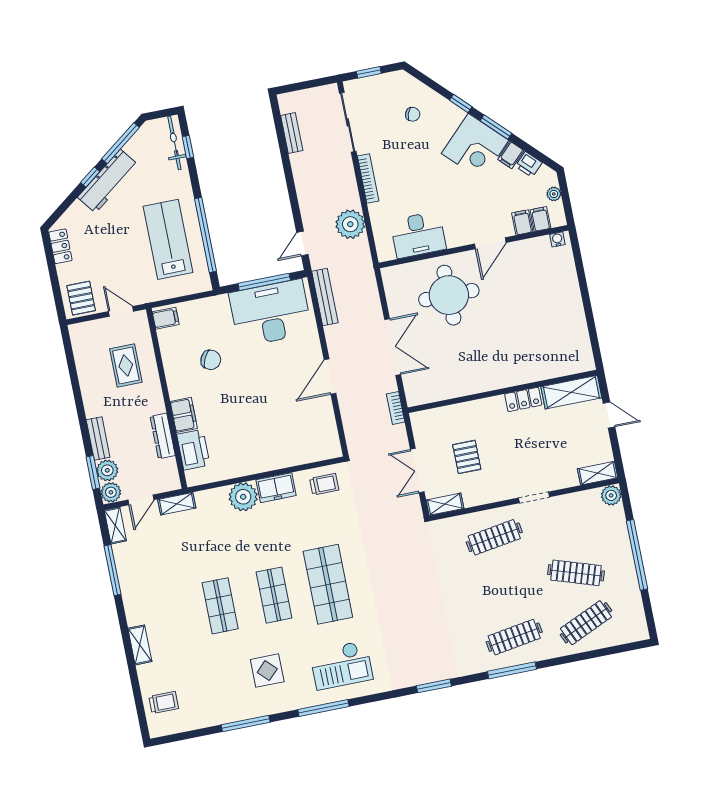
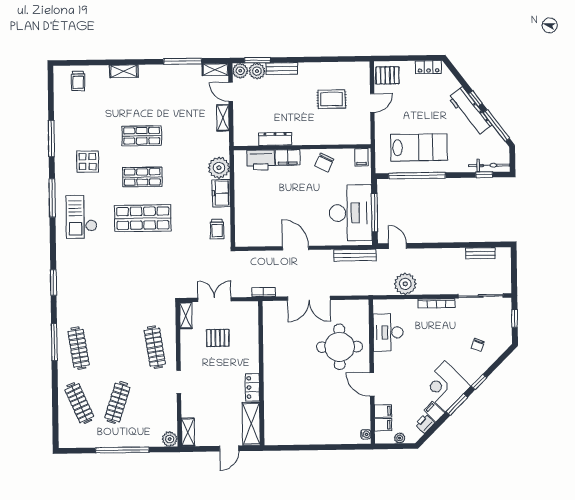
filing cabinet: (166, 318) -> (361, 157), moved
wall: (167, 398) -> (302, 147), moved
filing cabinet: (184, 415) -> (288, 157), moved
dresser: (163, 436) -> (275, 139), moved
printer: (193, 450) -> (261, 160), moved

